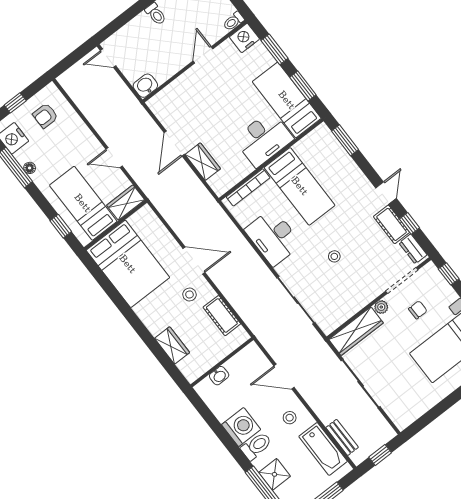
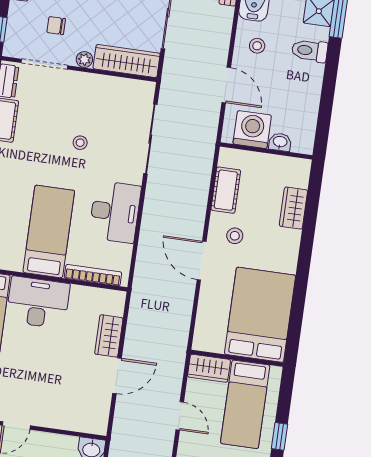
window: (61, 226) -> (279, 436), moved
washing machine: (241, 427) -> (252, 130), moved, turned 90

